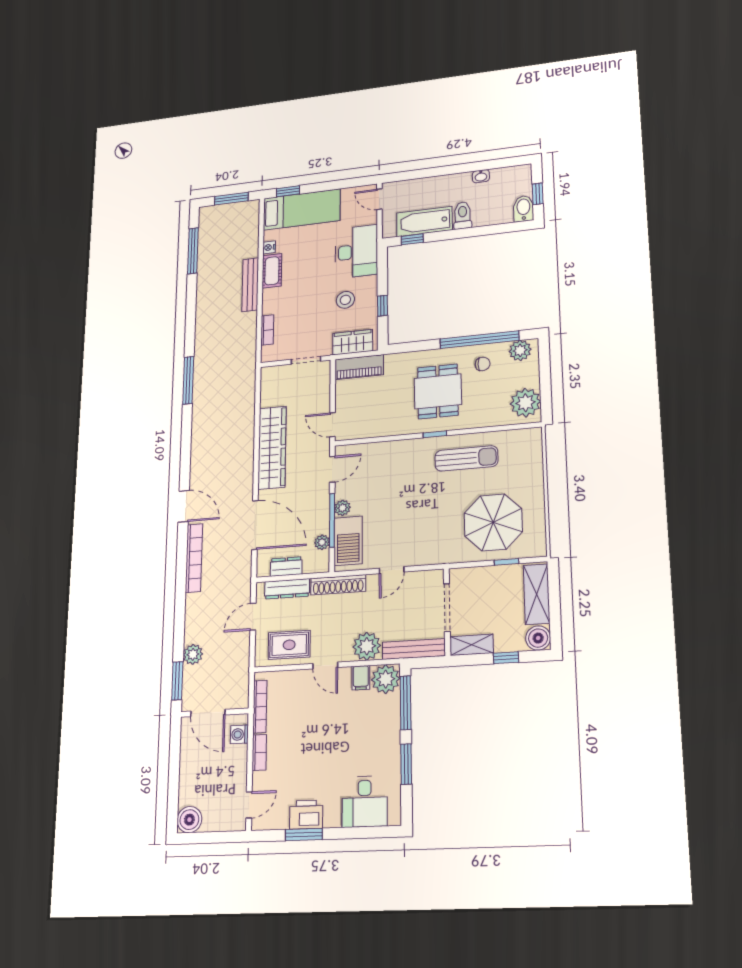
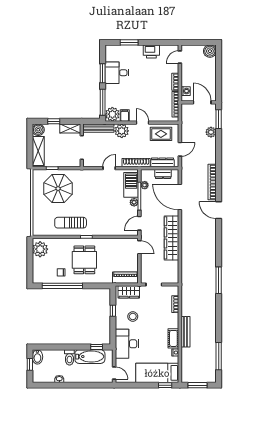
plant: (520, 350) -> (42, 278), removed
desk: (365, 802) -> (117, 73), moved, turned -90
window: (304, 834) -> (129, 42), moved

